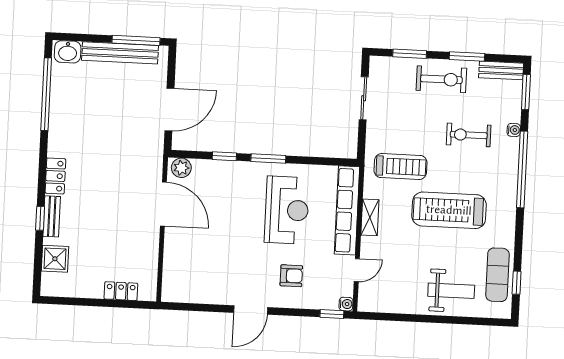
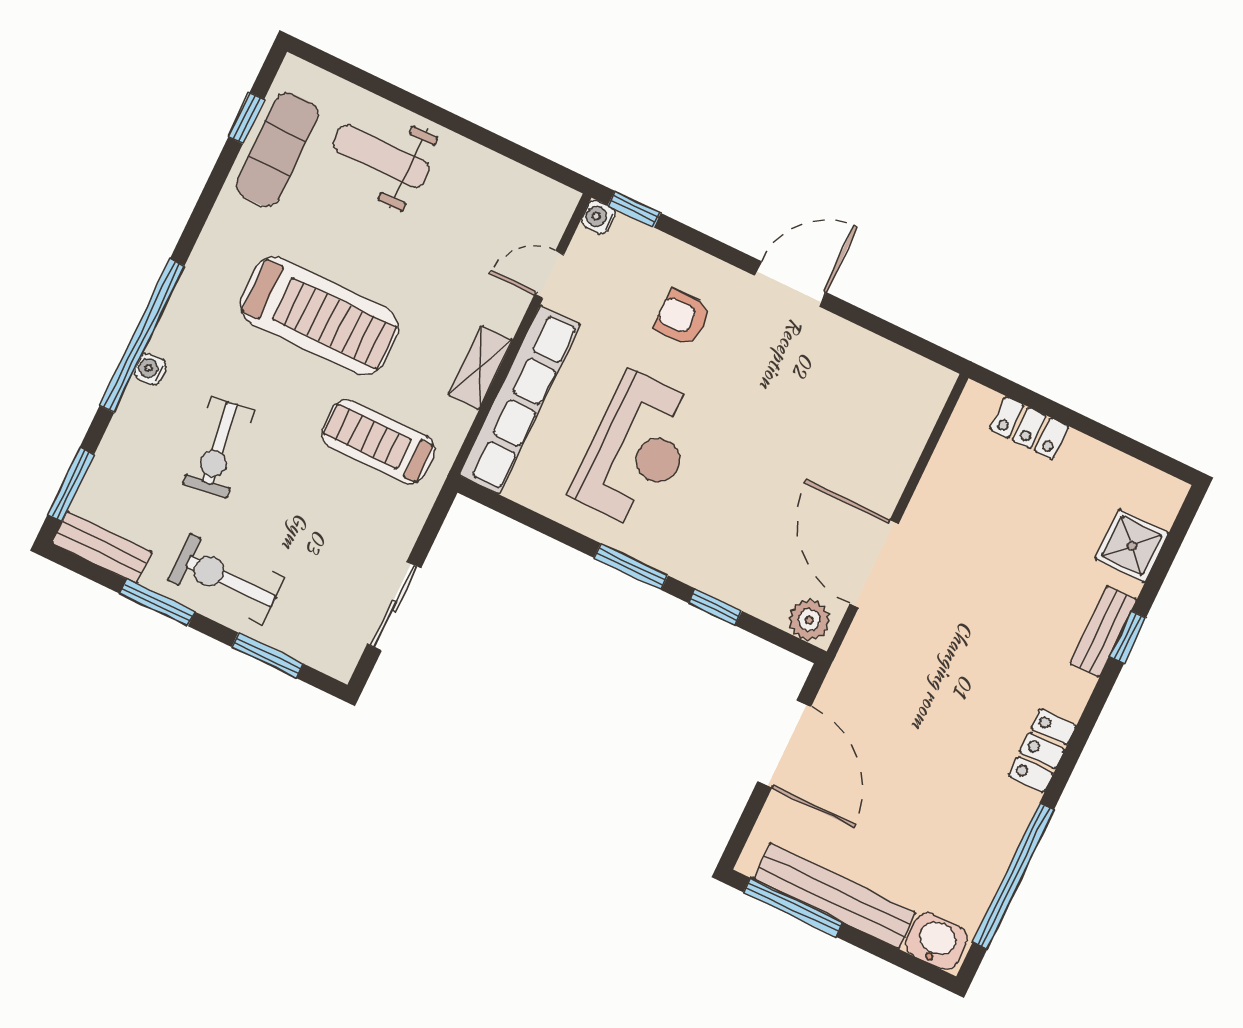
door: (169, 109) -> (784, 744), swing flipped
water cooler: (514, 130) -> (150, 369), moved
exercise bike: (469, 135) -> (219, 447), turned 82
locker: (55, 176) -> (1042, 751), moved
reception desk: (287, 210) -> (637, 450), turned 180

